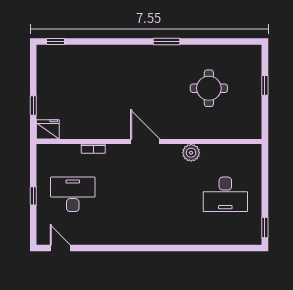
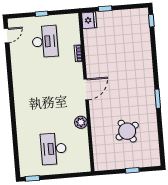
round table: (209, 88) -> (127, 131), turned -32

